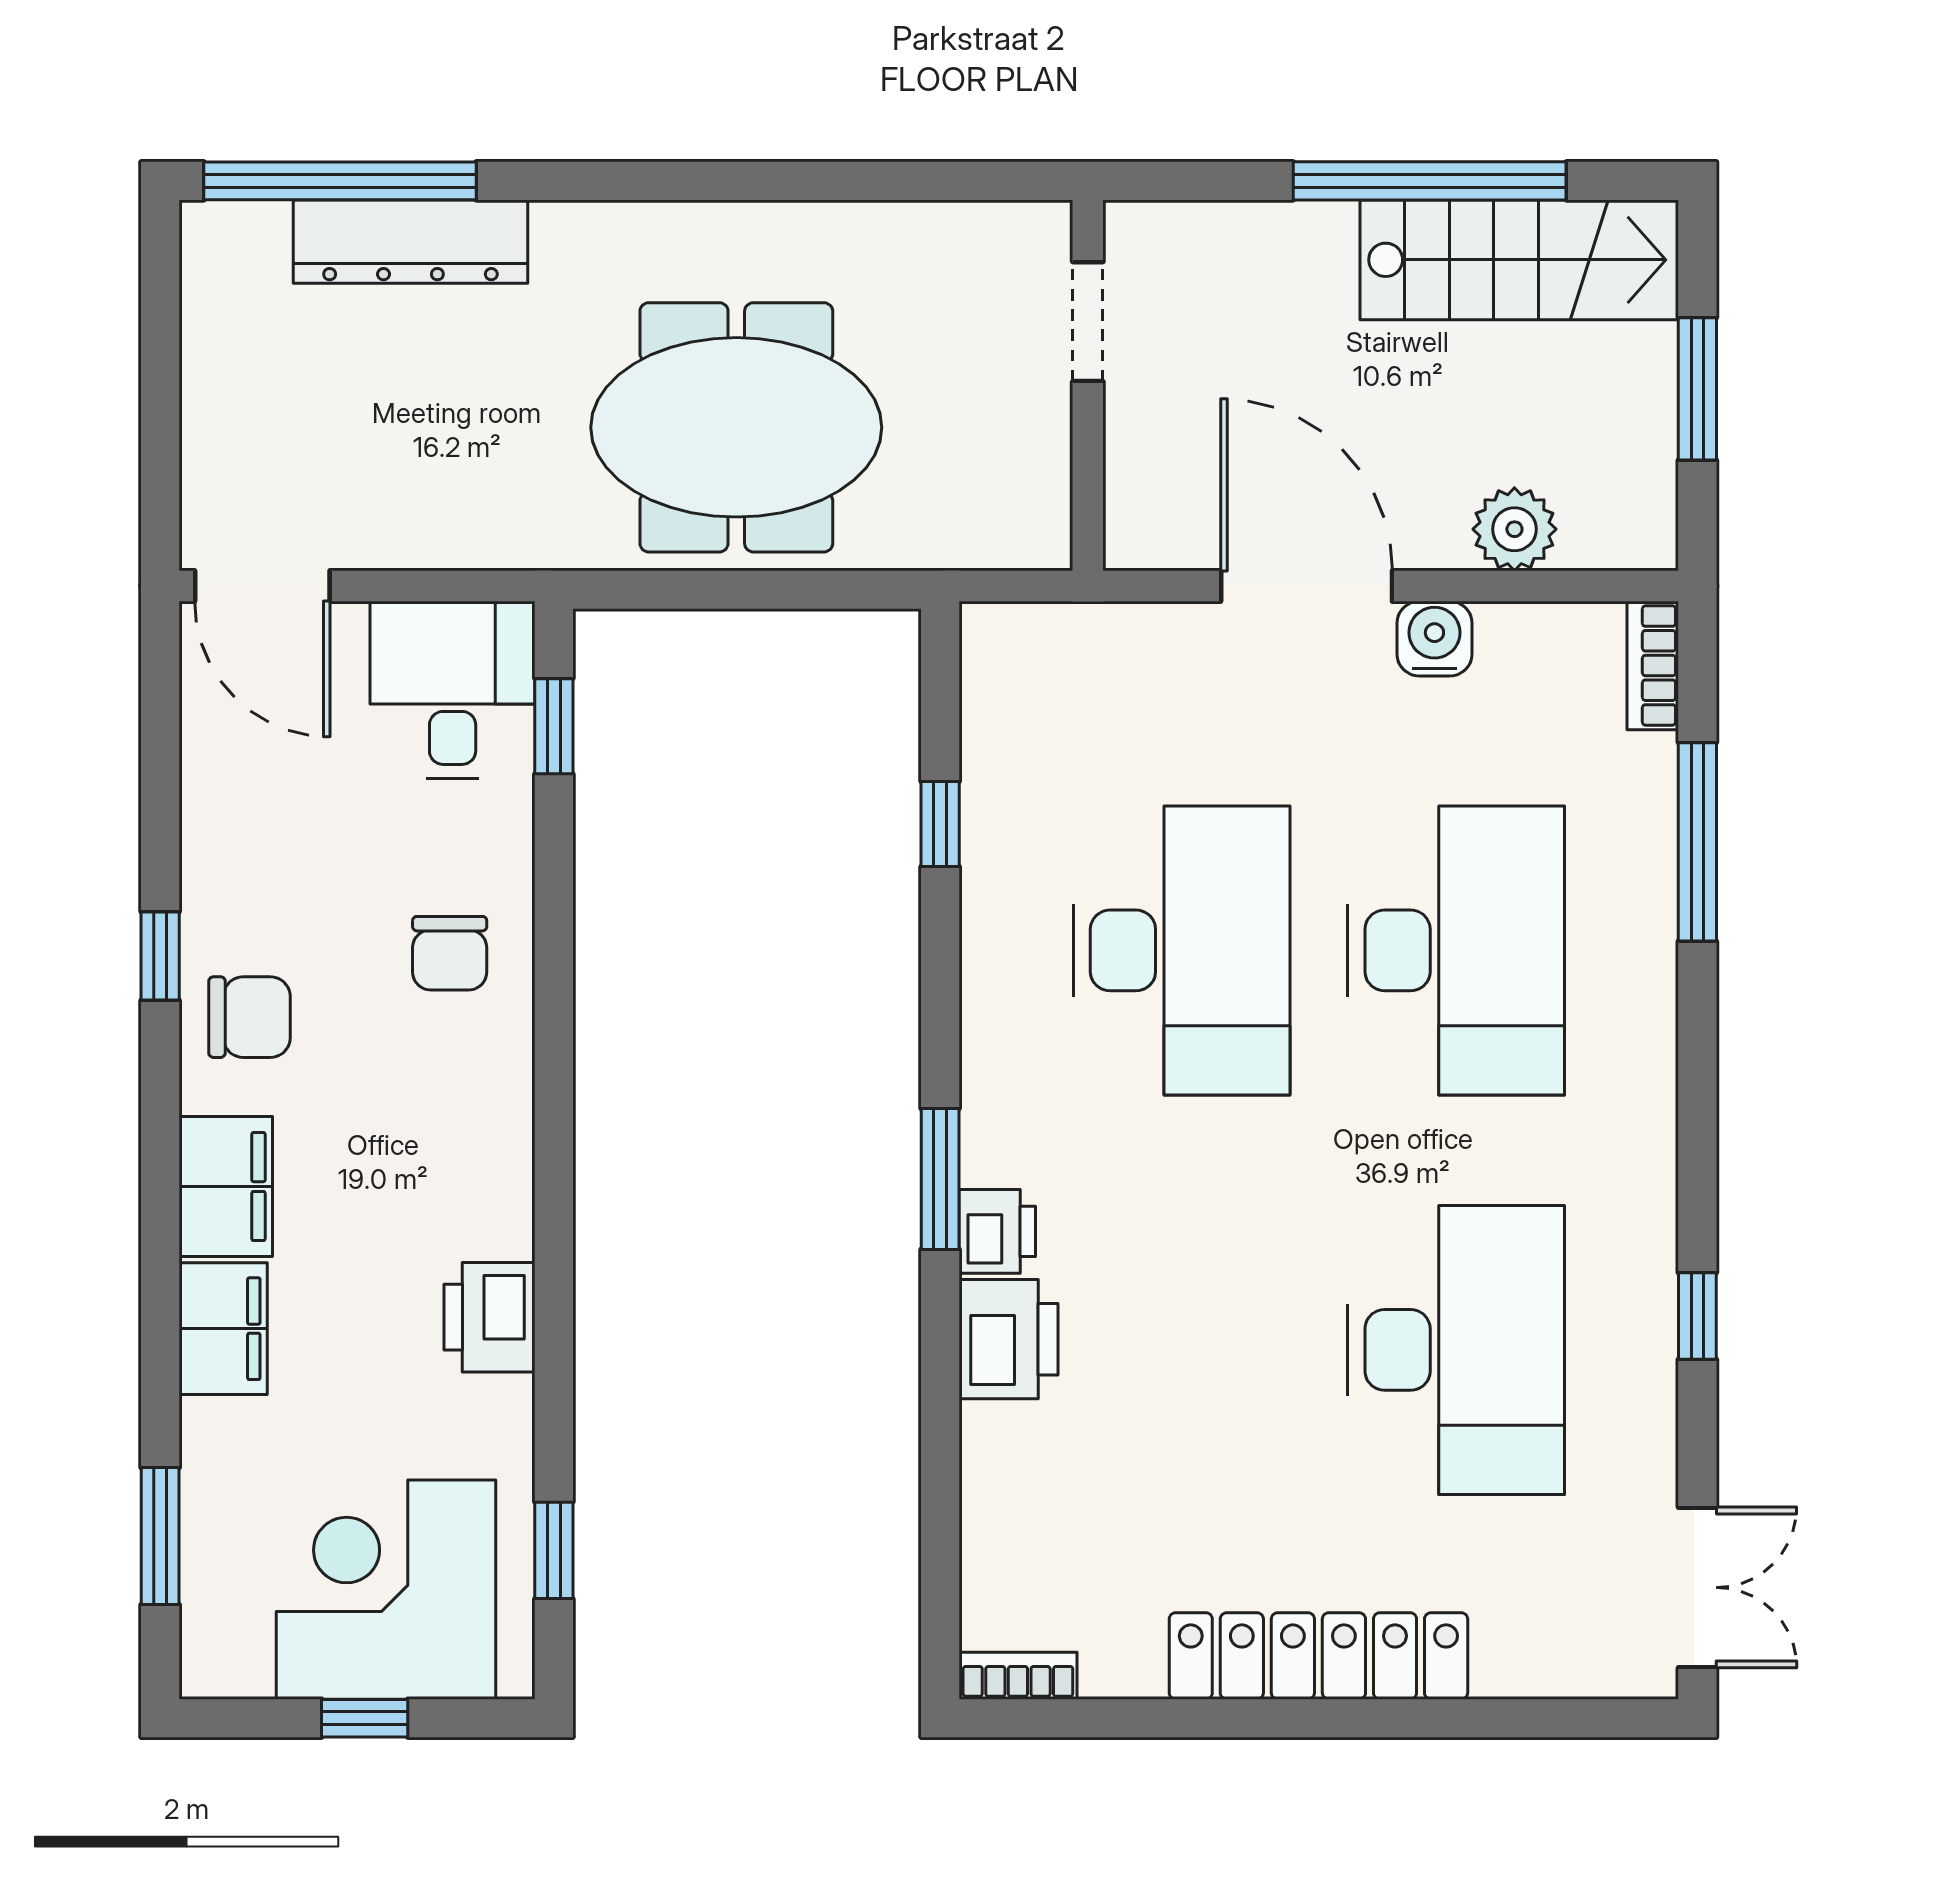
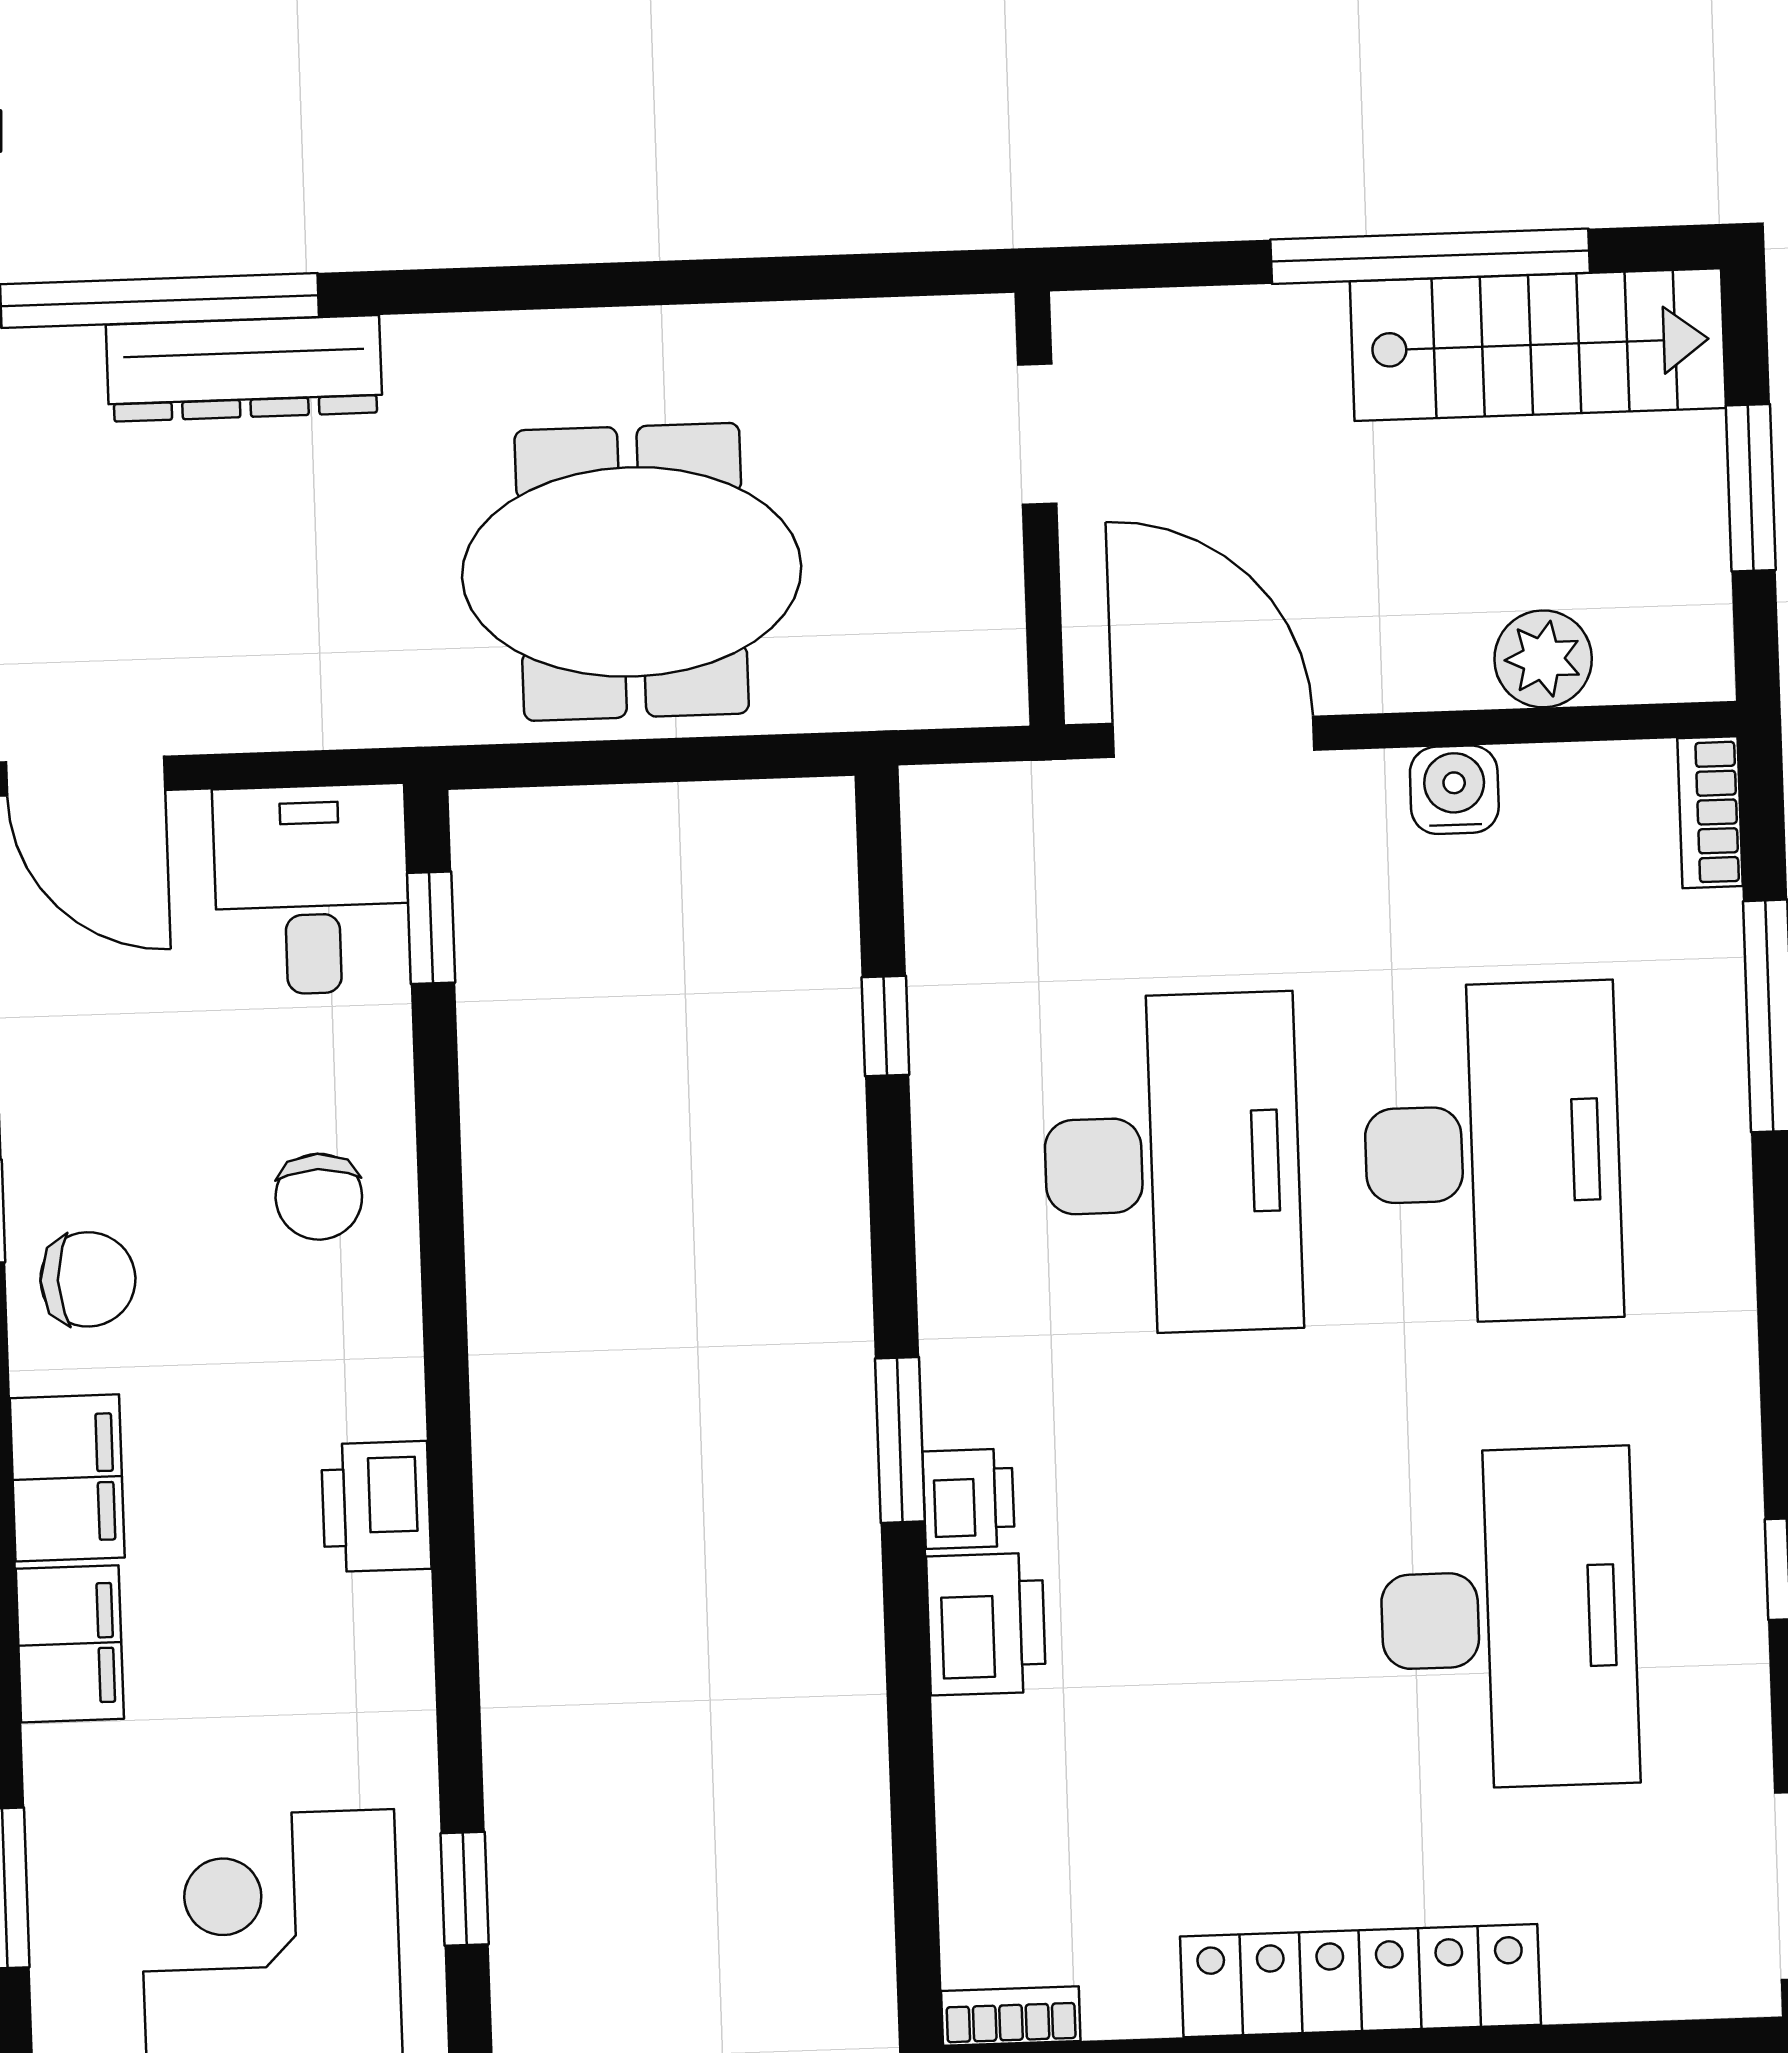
door: (1307, 586) -> (1214, 737), moved
printer: (490, 1317) -> (376, 1507), moved

